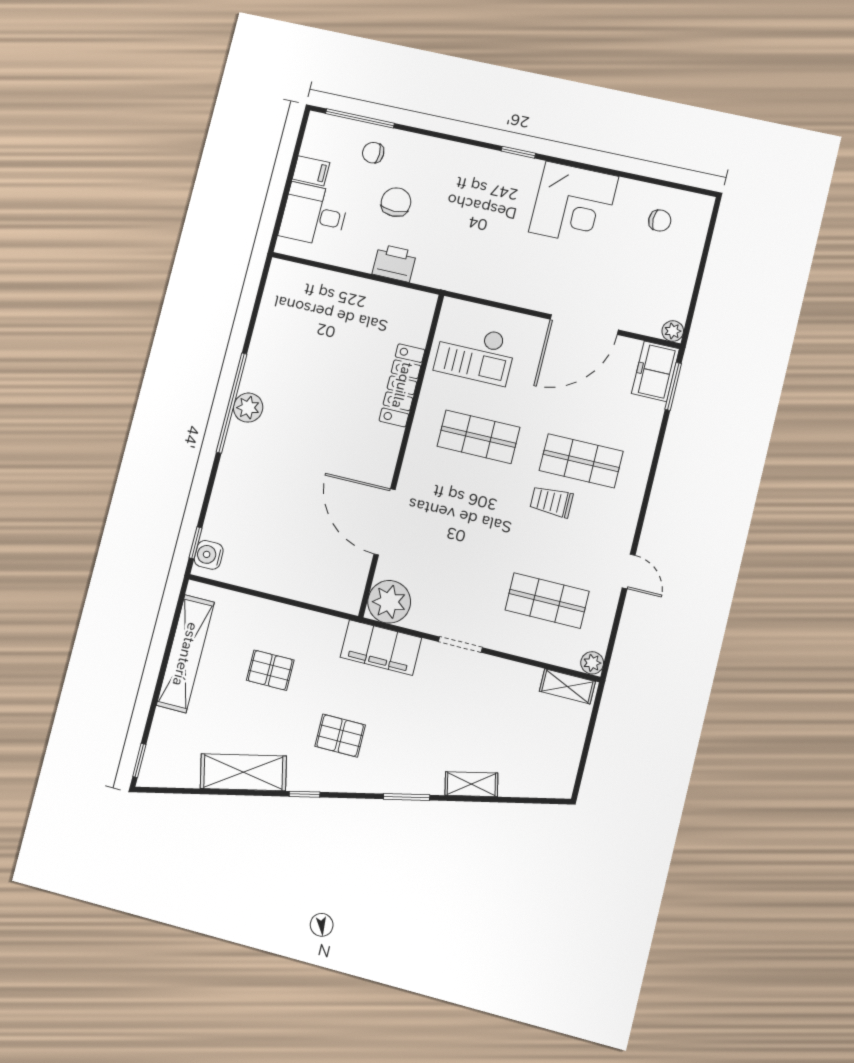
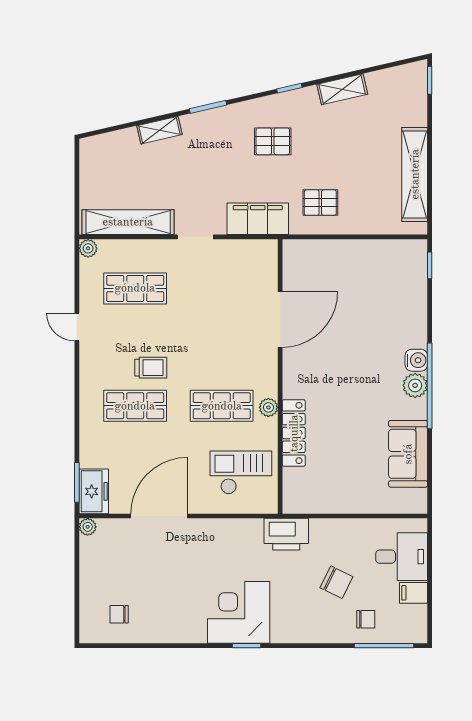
chair: (396, 202) -> (336, 582), turned -64
corner desk: (574, 204) -> (239, 612), moved
printer: (394, 263) -> (286, 534), moved, width x1.37, depth x1.19
sofa: (276, 331) -> (408, 454), added
door: (385, 522) -> (280, 320), hinge flipped
water cooler: (209, 555) -> (416, 360), moved
plant: (389, 602) -> (268, 407), moved, width x0.53, depth x0.53
pallet: (270, 670) -> (320, 203), moved
shelving: (567, 686) -> (128, 222), width x2.20, depth x1.33
shelving: (243, 772) -> (342, 89), width x0.67, depth x0.75

